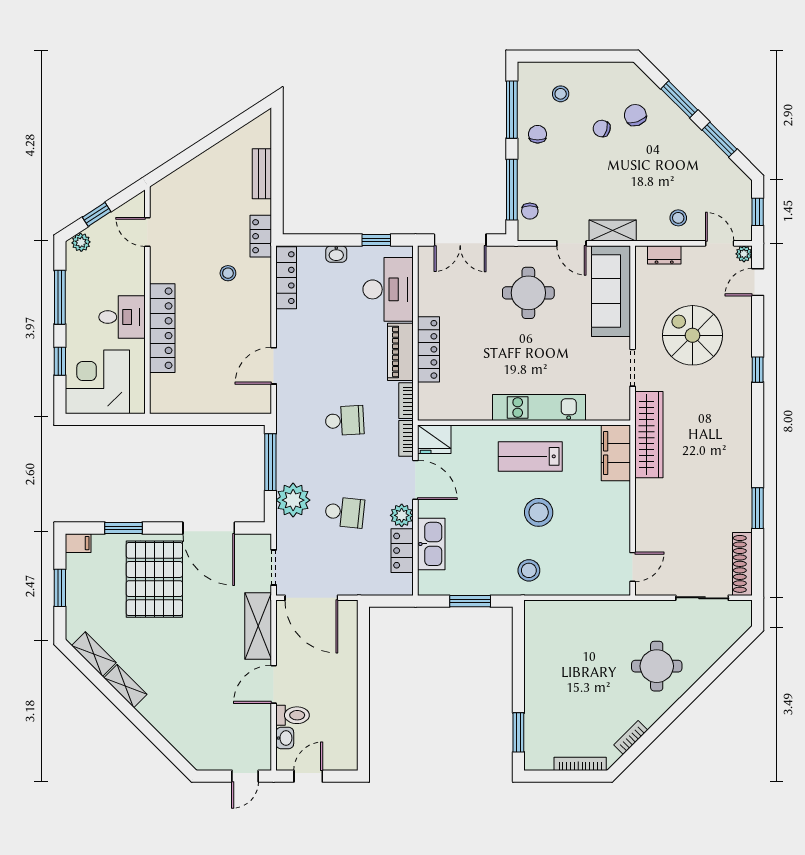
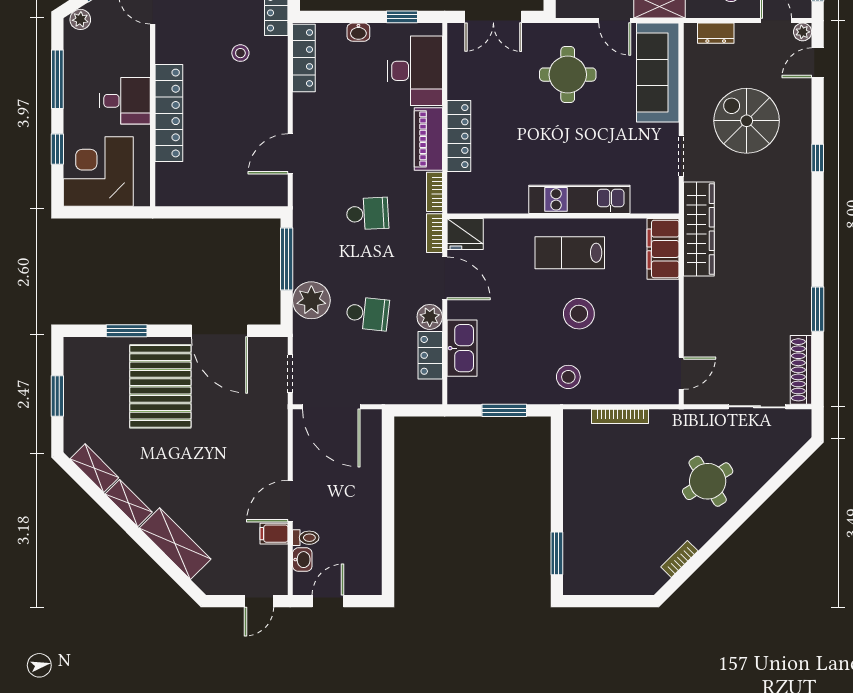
filing cabinet: (78, 543) -> (274, 534), moved, turned 180
shelving: (258, 626) -> (175, 544), moved, turned -45
round table: (657, 666) -> (708, 481), turned -32
toilet: (293, 715) -> (306, 538), width x0.73, depth x0.72
bookcase: (580, 764) -> (620, 416), moved, turned 180

